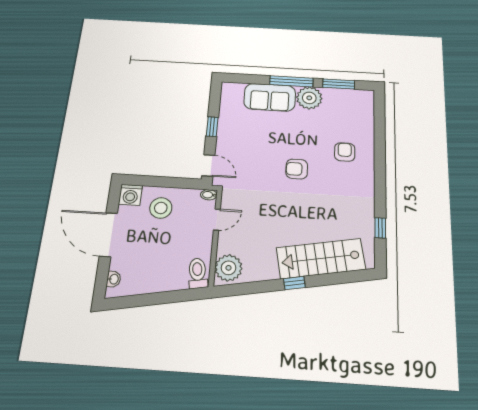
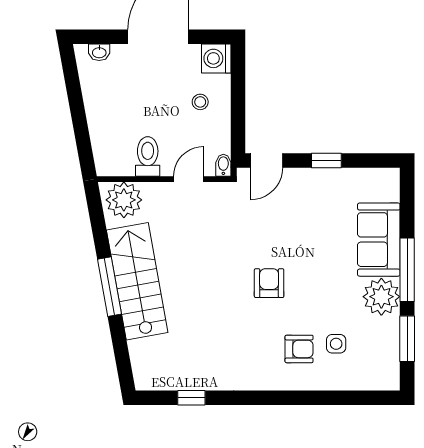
side table: (341, 128) -> (336, 344), added
stool: (161, 208) -> (200, 102), width x0.53, depth x0.53
door: (217, 220) -> (189, 179), swing flipped
stairs: (321, 259) -> (137, 281), moved
toilet: (198, 273) -> (148, 156), moved, turned -80
window: (294, 283) -> (109, 287), width x2.17

